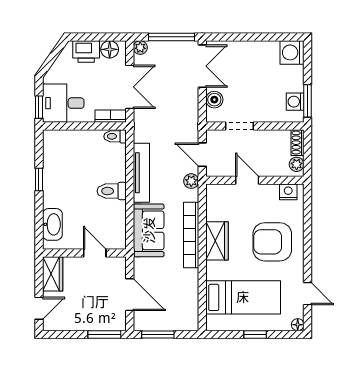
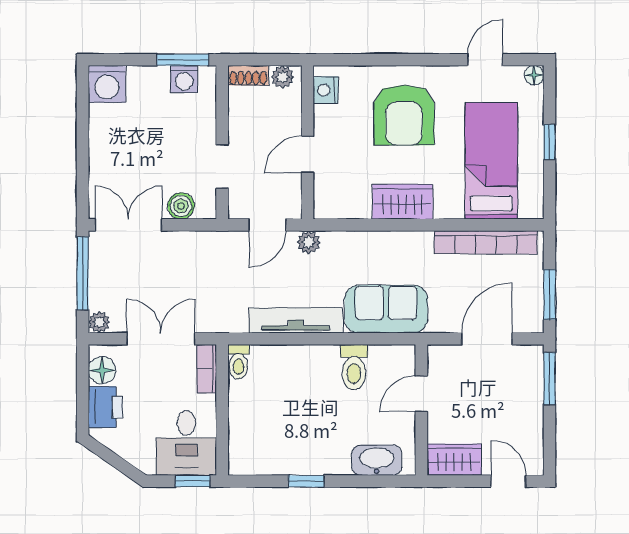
toilet: (112, 191) -> (354, 367), moved
bookcase: (191, 235) -> (486, 242), moved

